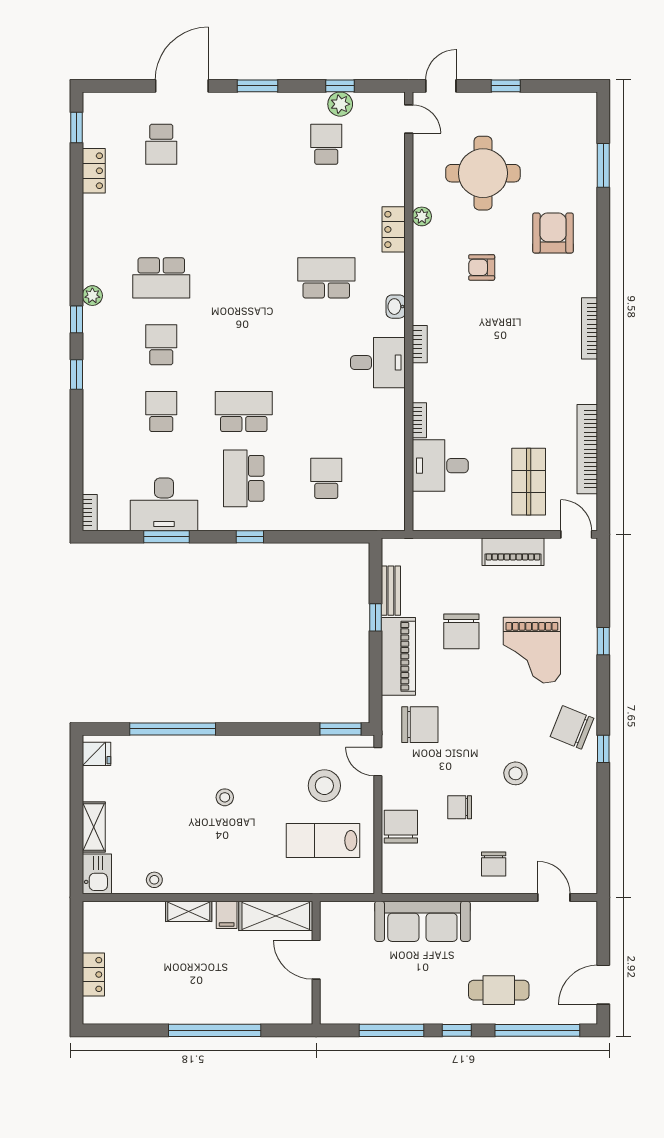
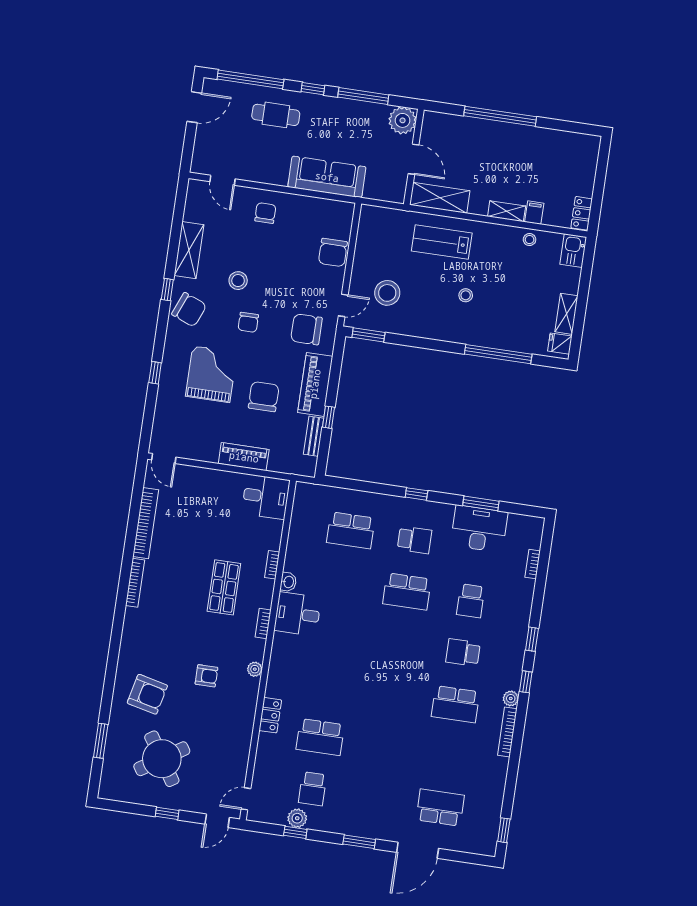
door: (409, 119) -> (246, 799), hinge flipped
school desk: (161, 144) -> (440, 808), width x1.85
locker: (94, 171) -> (495, 795), removed
round table: (483, 173) -> (162, 759), moved, turned -33
plant: (422, 216) -> (255, 669), moved
armchair: (553, 233) -> (147, 694), turned -77
bookcase: (90, 252) -> (507, 732), added
school desk: (161, 278) -> (455, 704), turned 180
school desk: (326, 278) -> (320, 737), moved
washbasin: (396, 307) -> (288, 582), moved
bookcase: (589, 328) -> (135, 583), moved
school desk: (161, 345) -> (463, 653), turned 90
desk: (440, 466) -> (266, 497), moved
school desk: (244, 478) -> (415, 540), width x0.54
school desk: (326, 478) -> (351, 530), width x1.85
shop shelf: (529, 482) -> (224, 587), moved
bookcase: (90, 513) -> (533, 564), moved
piano: (513, 552) -> (244, 457), moved
door: (378, 762) -> (343, 305), hinge flipped
shelving: (583, 803) -> (189, 250), added
chair: (460, 807) -> (248, 322), moved, turned 90
shelving: (94, 827) -> (566, 314), moved
lab bench: (323, 841) -> (442, 242), moved, turned 180
filing cabinet: (227, 915) -> (534, 213), moved
locker: (93, 974) -> (582, 213), moved
plant: (337, 1007) -> (403, 120), added

